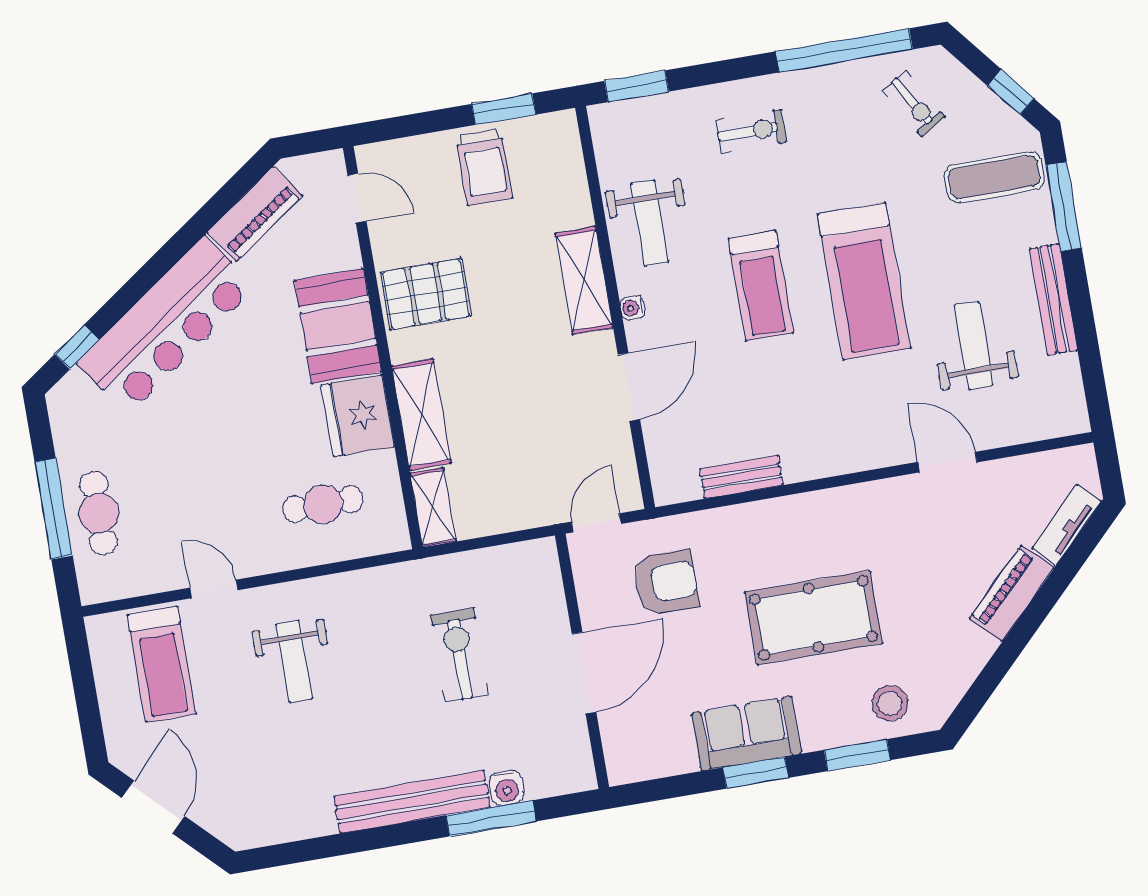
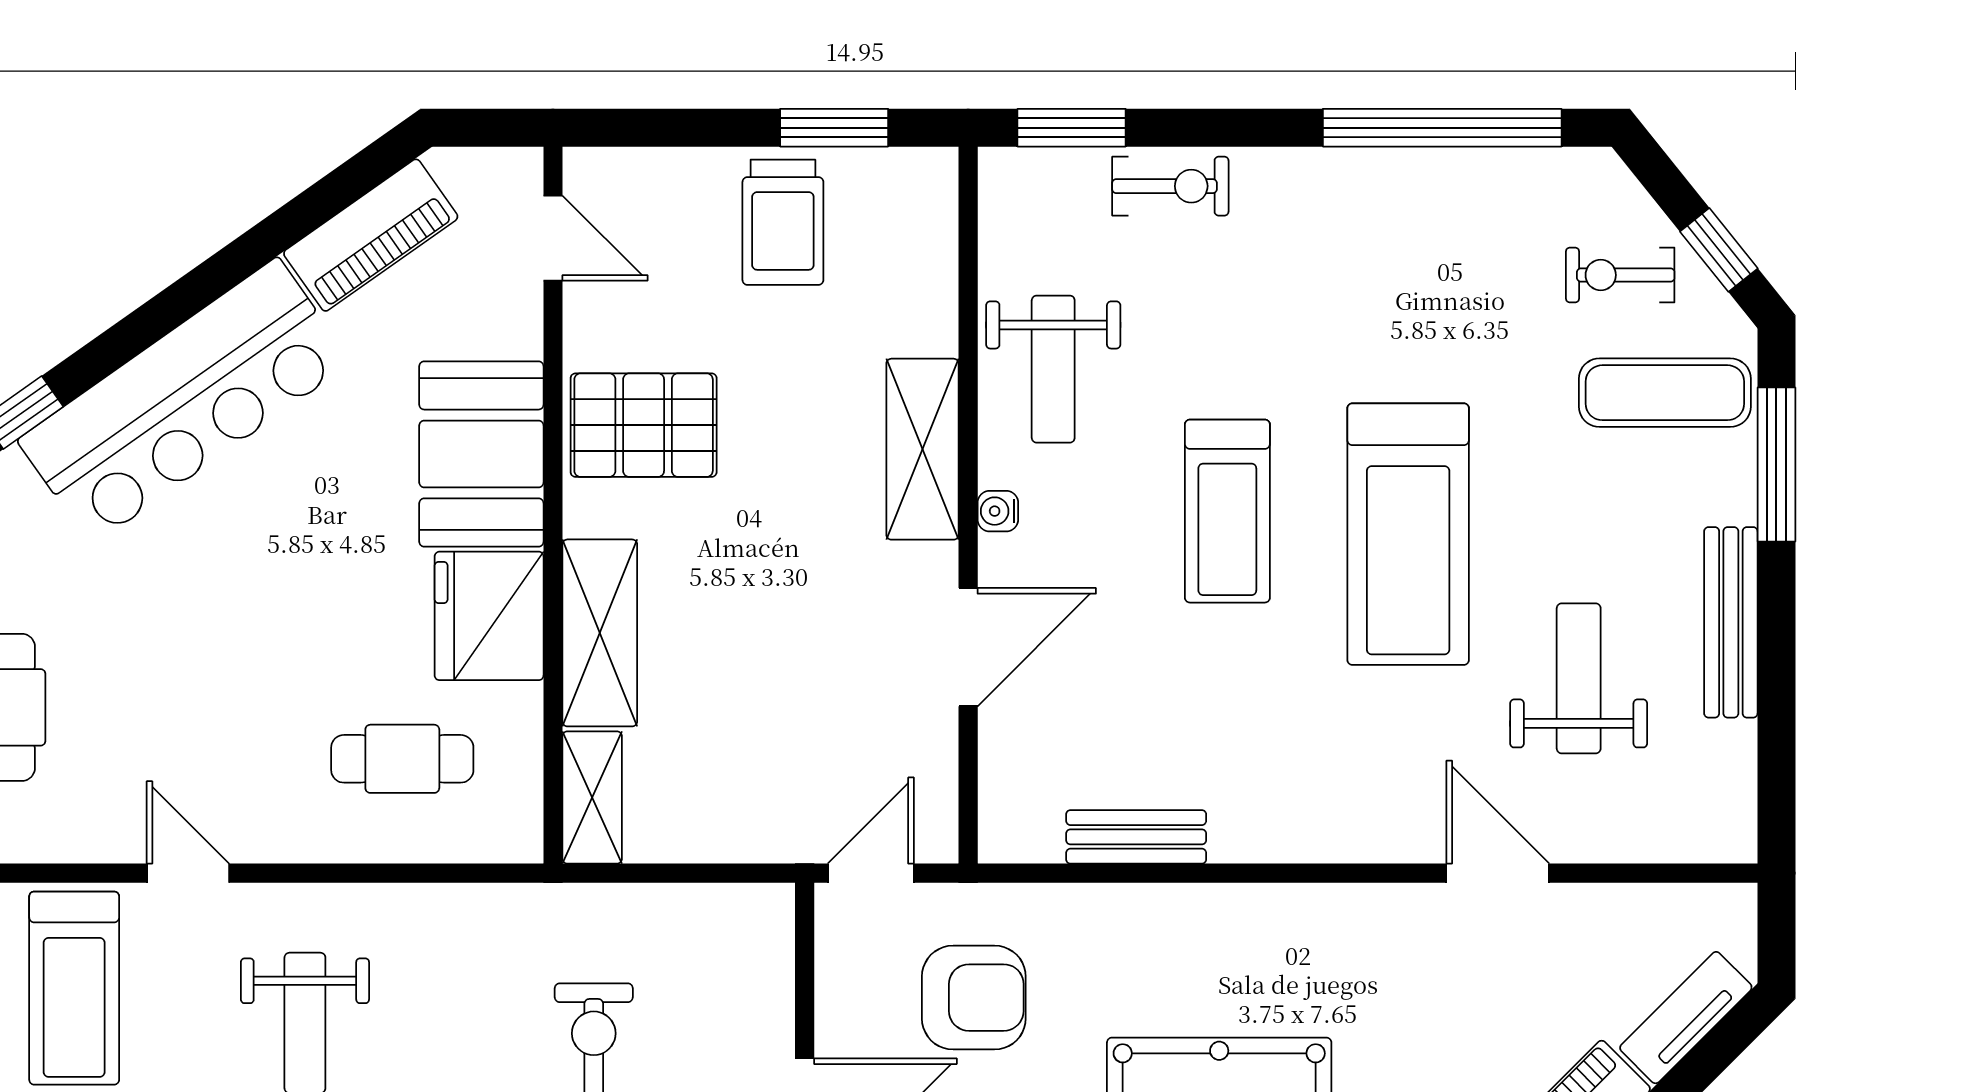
exercise bike: (914, 104) -> (1620, 275), moved, turned 121
exercise bike: (751, 131) -> (1170, 186), moved

